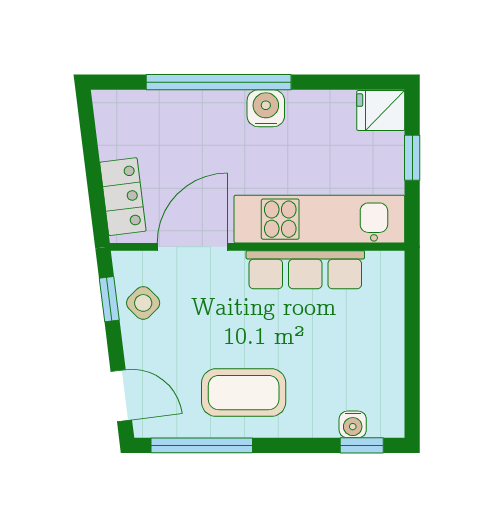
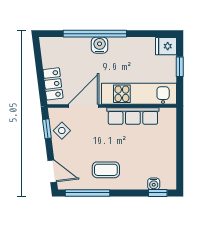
water cooler: (266, 108) -> (100, 45), moved
coffee table: (244, 393) -> (106, 170), width x0.73, depth x0.77

